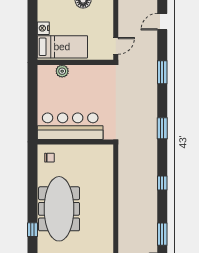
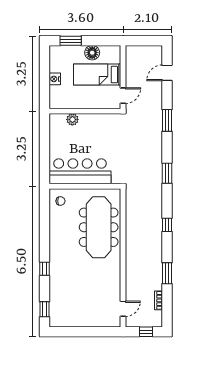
bed: (62, 47) -> (97, 75), moved, turned 180
meeting table: (59, 209) -> (99, 227), moved

